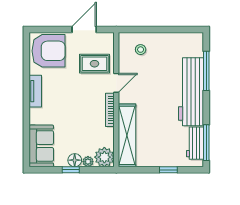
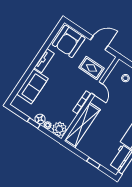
armchair: (49, 51) -> (69, 41), turned 90
door: (116, 83) -> (97, 89), hinge flipped
sofa: (41, 146) -> (32, 86), moved

